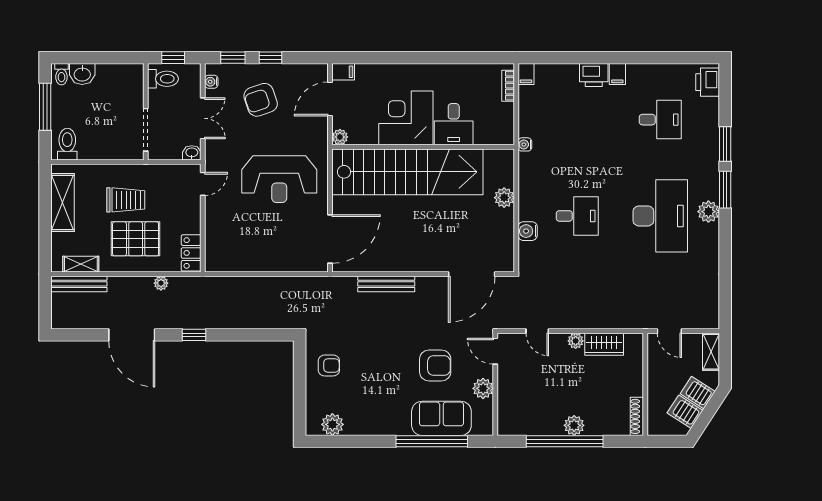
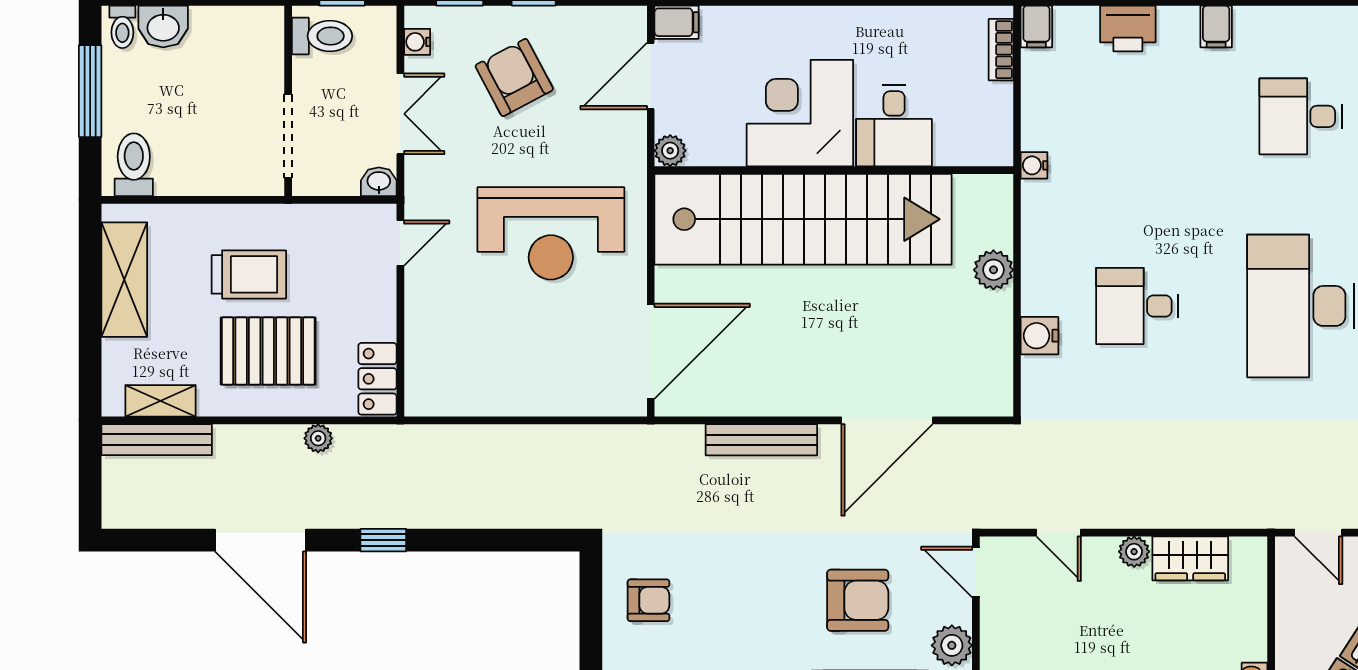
printer: (594, 75) -> (1128, 29), moved
armchair: (261, 100) -> (514, 77), turned 81
desk: (660, 120) -> (1300, 116), turned 180
desk: (577, 216) -> (1137, 306), turned 180
desk: (660, 216) -> (1300, 306), turned 180
door: (472, 274) -> (887, 420), moved

